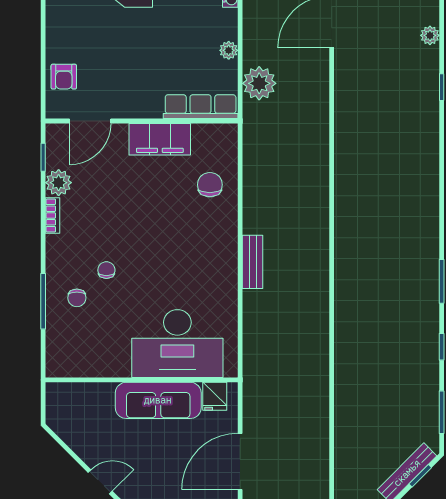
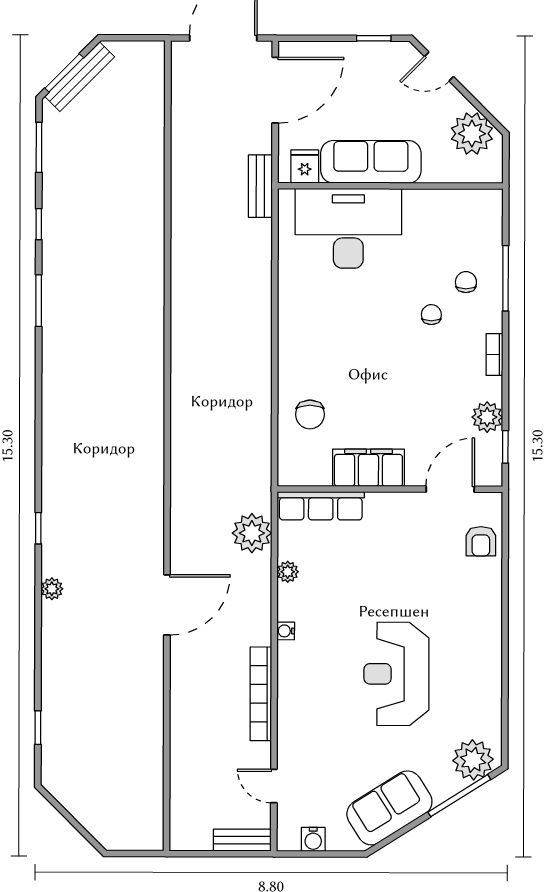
armchair: (64, 77) -> (481, 541), turned 180
bookcase: (52, 216) -> (494, 355), moved
bench: (253, 262) -> (260, 186), moved
chair: (106, 270) -> (431, 315), turned 180
plant: (72, 425) -> (472, 134), added
window: (420, 476) -> (64, 73), width x1.50

